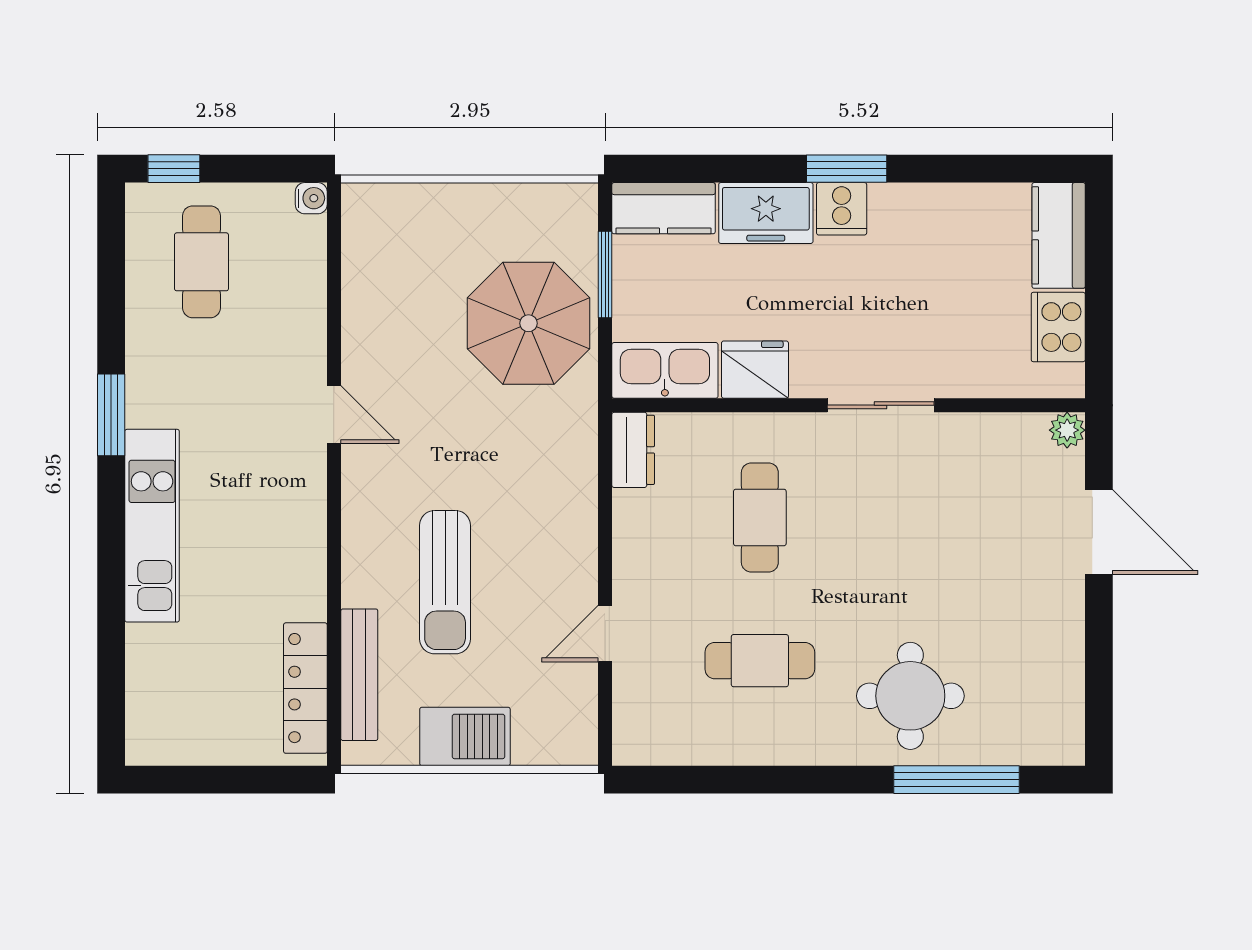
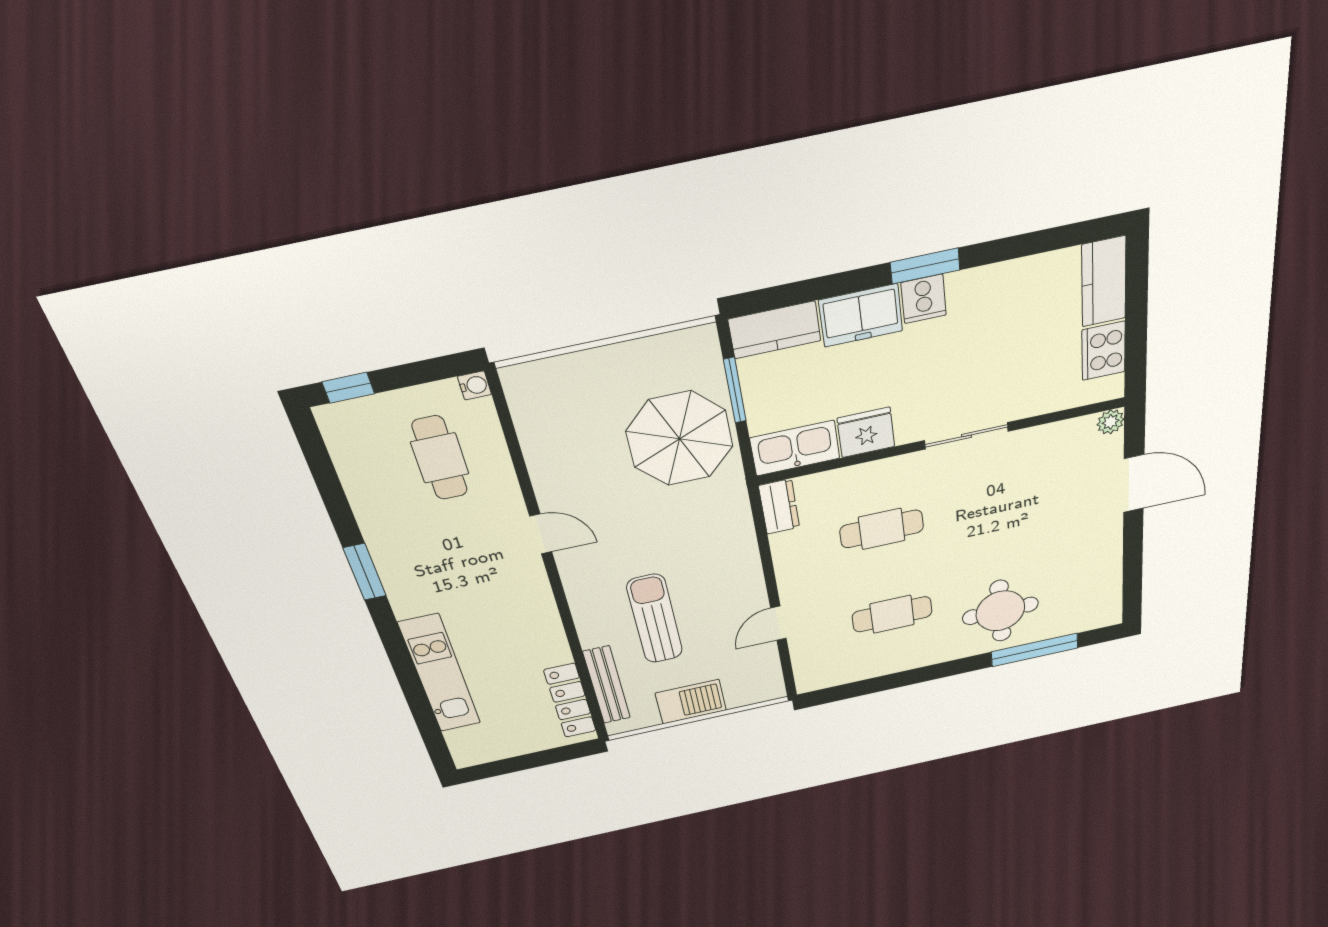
cafe table: (201, 262) -> (440, 458), moved
cafe table: (760, 517) -> (882, 529), turned 90
kitchen unit: (152, 526) -> (440, 674), moved
sun lounger: (445, 582) -> (655, 619), turned 180

